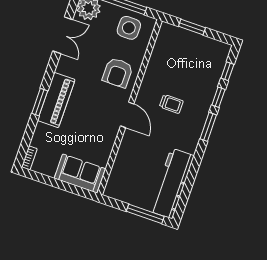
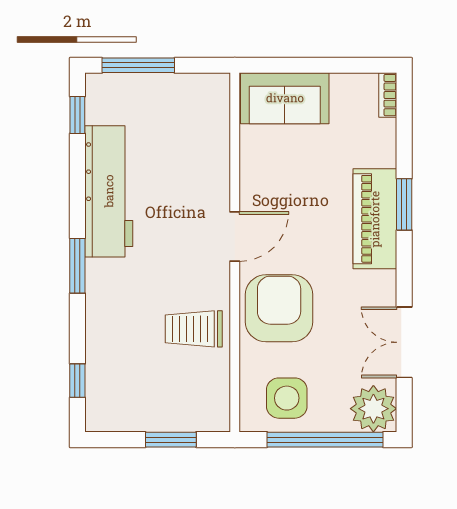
armchair: (118, 73) -> (279, 308), width x1.36, depth x1.36
window: (218, 97) -> (77, 115), moved
trolley: (171, 104) -> (194, 329), moved, width x1.36, depth x1.39
door: (127, 115) -> (235, 237), swing flipped
workbench: (172, 183) -> (109, 191), moved

